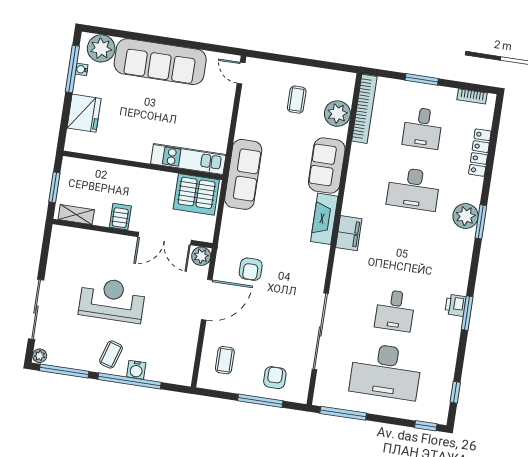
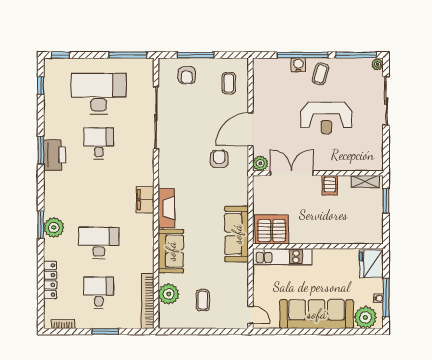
kitchen unit: (188, 159) -> (282, 257), moved
wall: (143, 165) -> (318, 246), moved
server rack: (196, 194) -> (272, 229), moved
printer: (455, 305) -> (55, 155), width x1.87, depth x1.48

